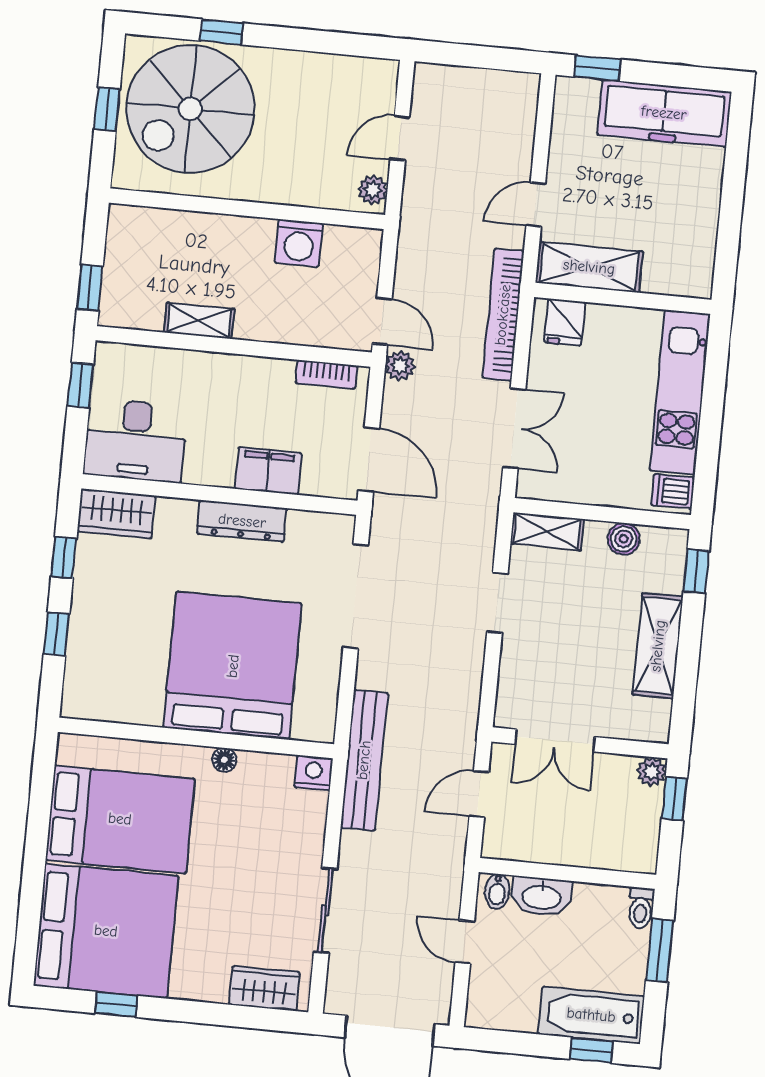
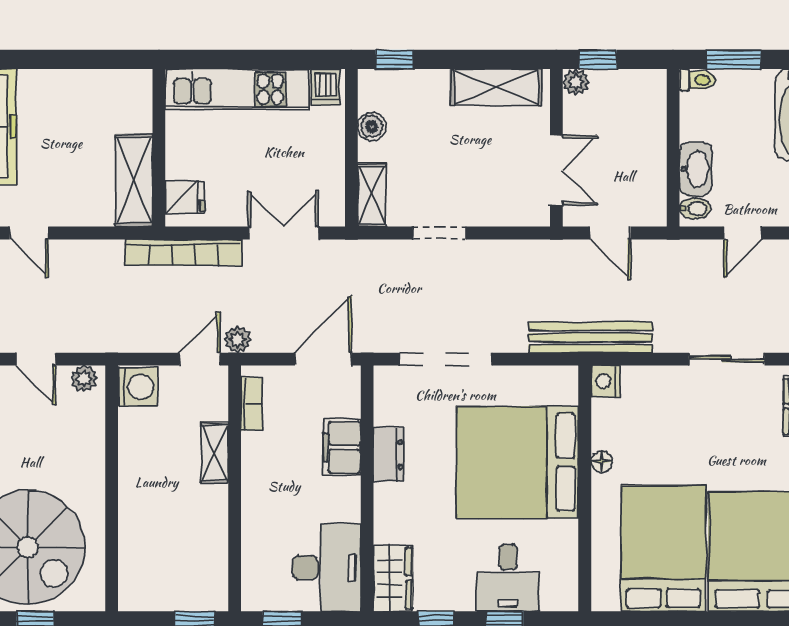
door: (536, 205) -> (29, 233), moved
washing machine: (299, 243) -> (138, 387), moved
shelving: (199, 321) -> (215, 453), moved
dresser: (242, 521) -> (389, 455), width x0.70
desk: (104, 643) -> (508, 578), added
shelving: (658, 646) -> (496, 87), moved

